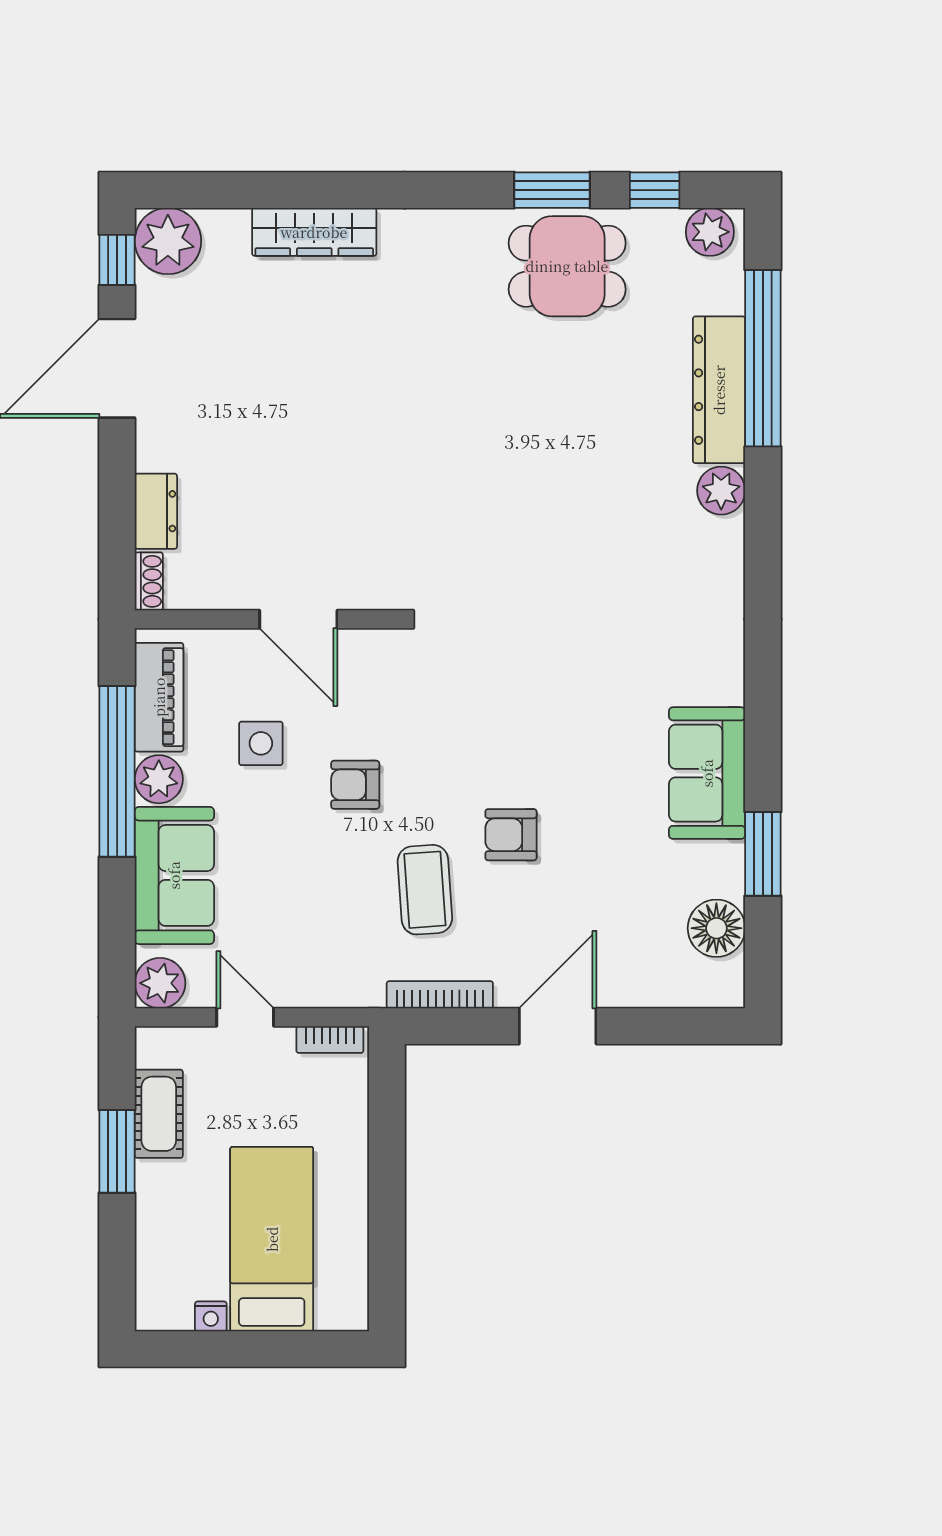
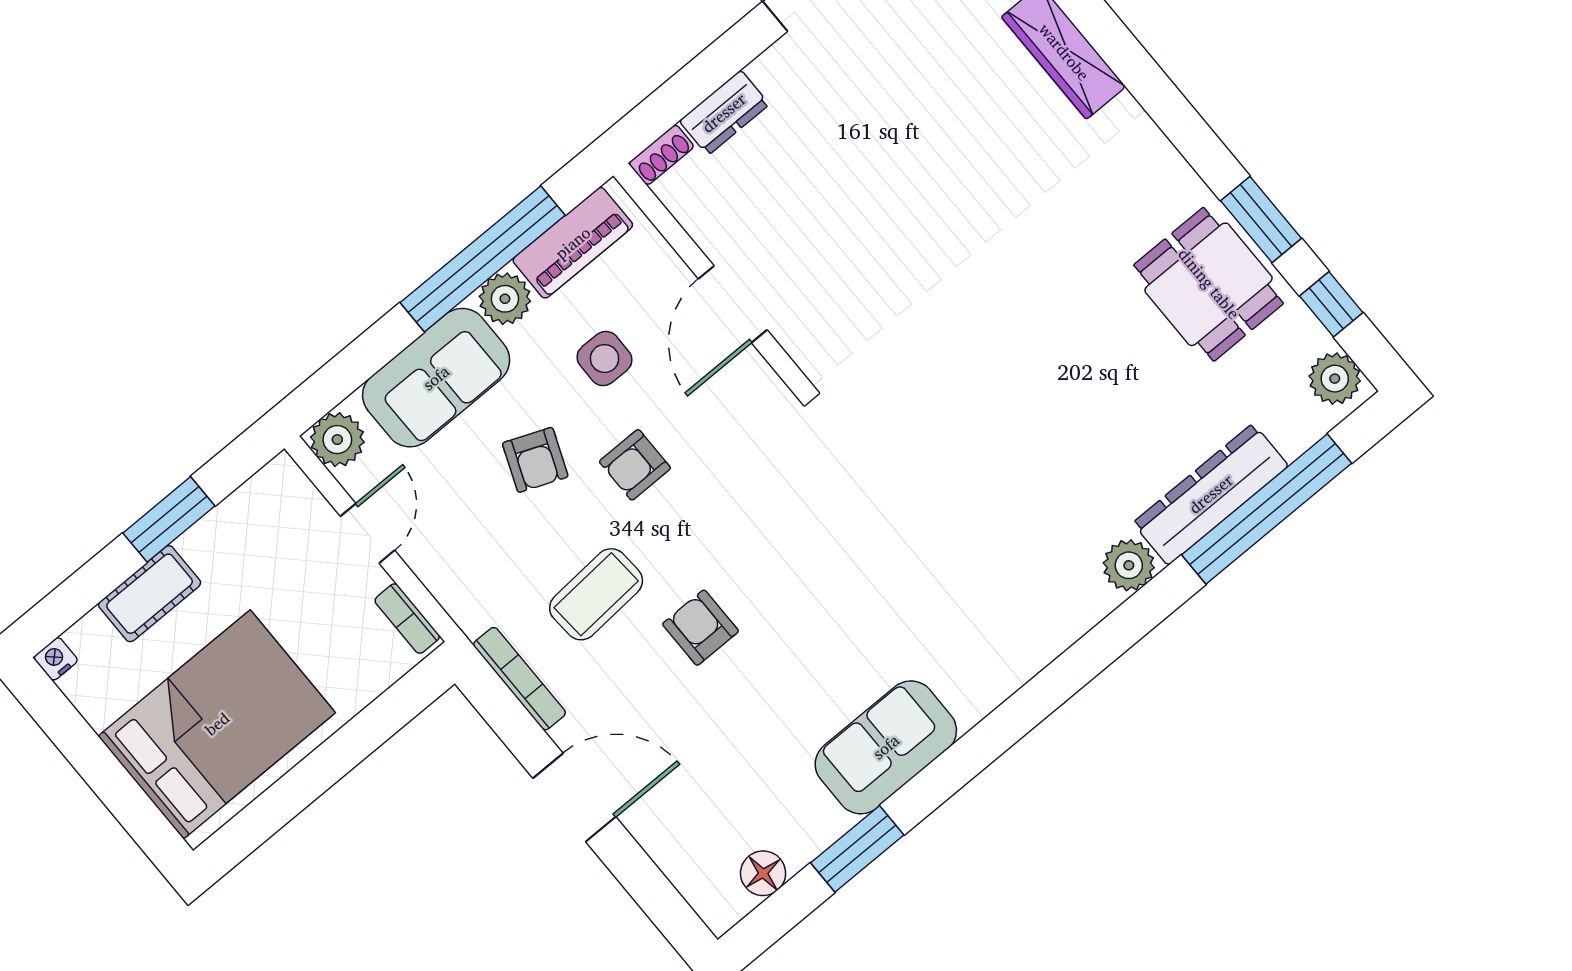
armchair: (355, 785) -> (635, 465), turned -90
armchair: (292, 853) -> (535, 460), added
floor lamp: (716, 928) -> (763, 873), width x0.73, depth x0.73
cot: (159, 1114) -> (150, 594), moved
bed: (272, 1239) -> (217, 724), width x1.50
nightstand: (211, 1316) -> (56, 659), moved, turned 90

